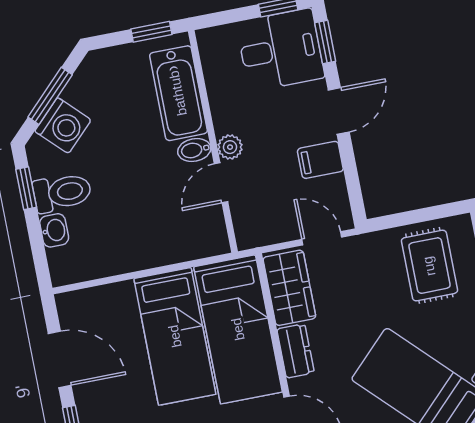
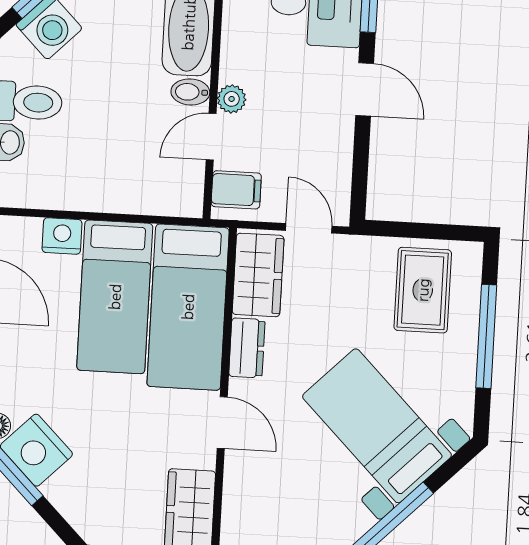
door: (339, 111) -> (365, 89), hinge flipped
filing cabinet: (320, 160) -> (236, 190), moved, turned 180
nightstand: (118, 297) -> (62, 236), added

